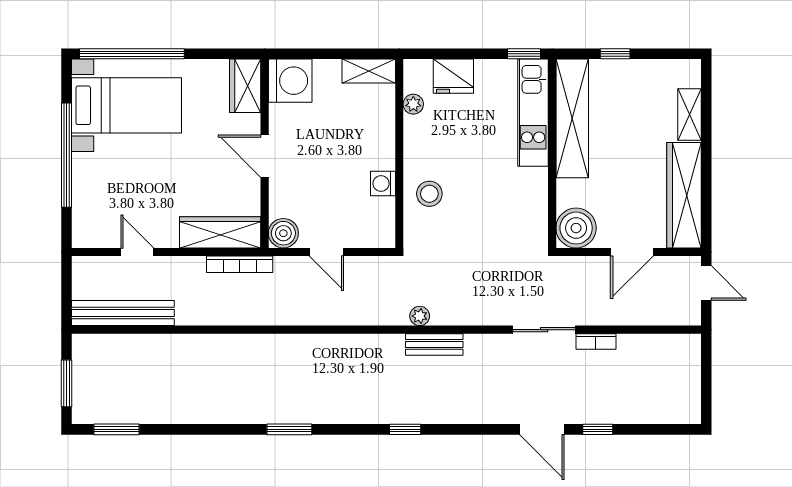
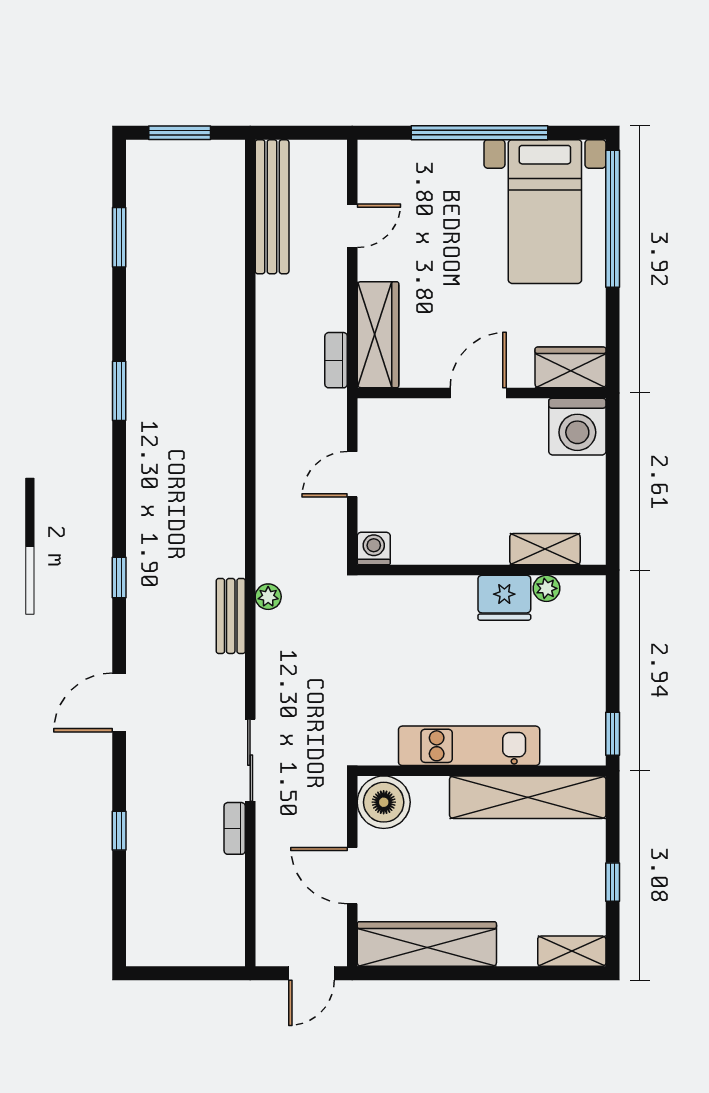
window: (615, 54) -> (613, 882), moved
shelving: (369, 71) -> (545, 549), moved, turned 90
fridge: (453, 76) -> (504, 598), moved, turned -90
kitchen unit: (533, 113) -> (469, 746), moved
shelving: (689, 114) -> (572, 951), moved
washing machine: (383, 184) -> (374, 549), moved
stool: (429, 194) -> (429, 610), removed
boiler: (283, 233) -> (377, 418), removed
bookcase: (240, 264) -> (336, 360), width x0.64
window: (117, 429) -> (119, 237), moved
window: (289, 429) -> (119, 391), moved
door: (542, 429) -> (119, 702), moved

